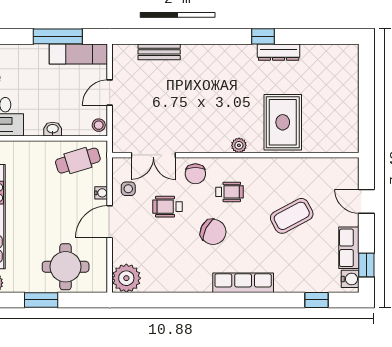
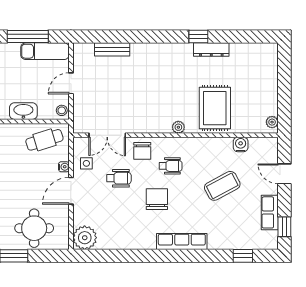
washbasin: (53, 129) -> (23, 111), width x1.91, depth x1.45
plant: (352, 139) -> (272, 122), added
wheelchair: (167, 207) -> (119, 178), turned 180
chair: (213, 232) -> (157, 199), turned -117
water cooler: (350, 279) -> (241, 144), moved, turned -90

